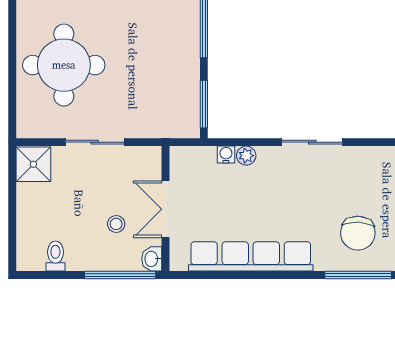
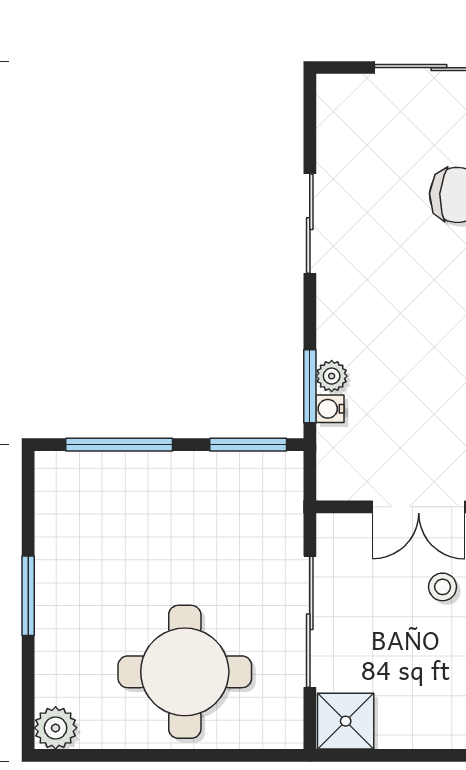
sliding door: (95, 142) -> (310, 622), width x1.37
window: (240, 142) -> (310, 386), added
sliding door: (312, 142) -> (310, 224), moved

